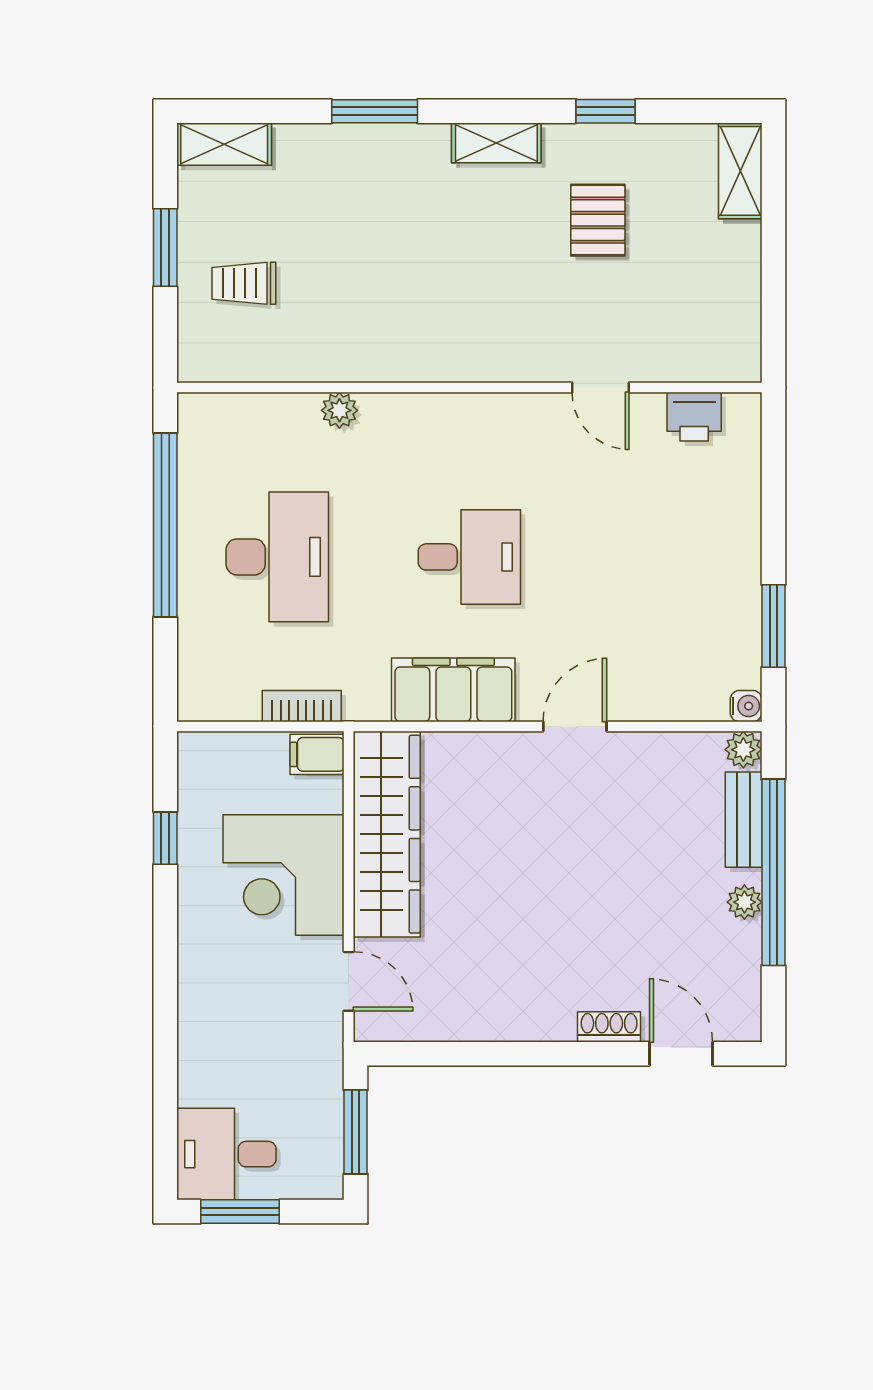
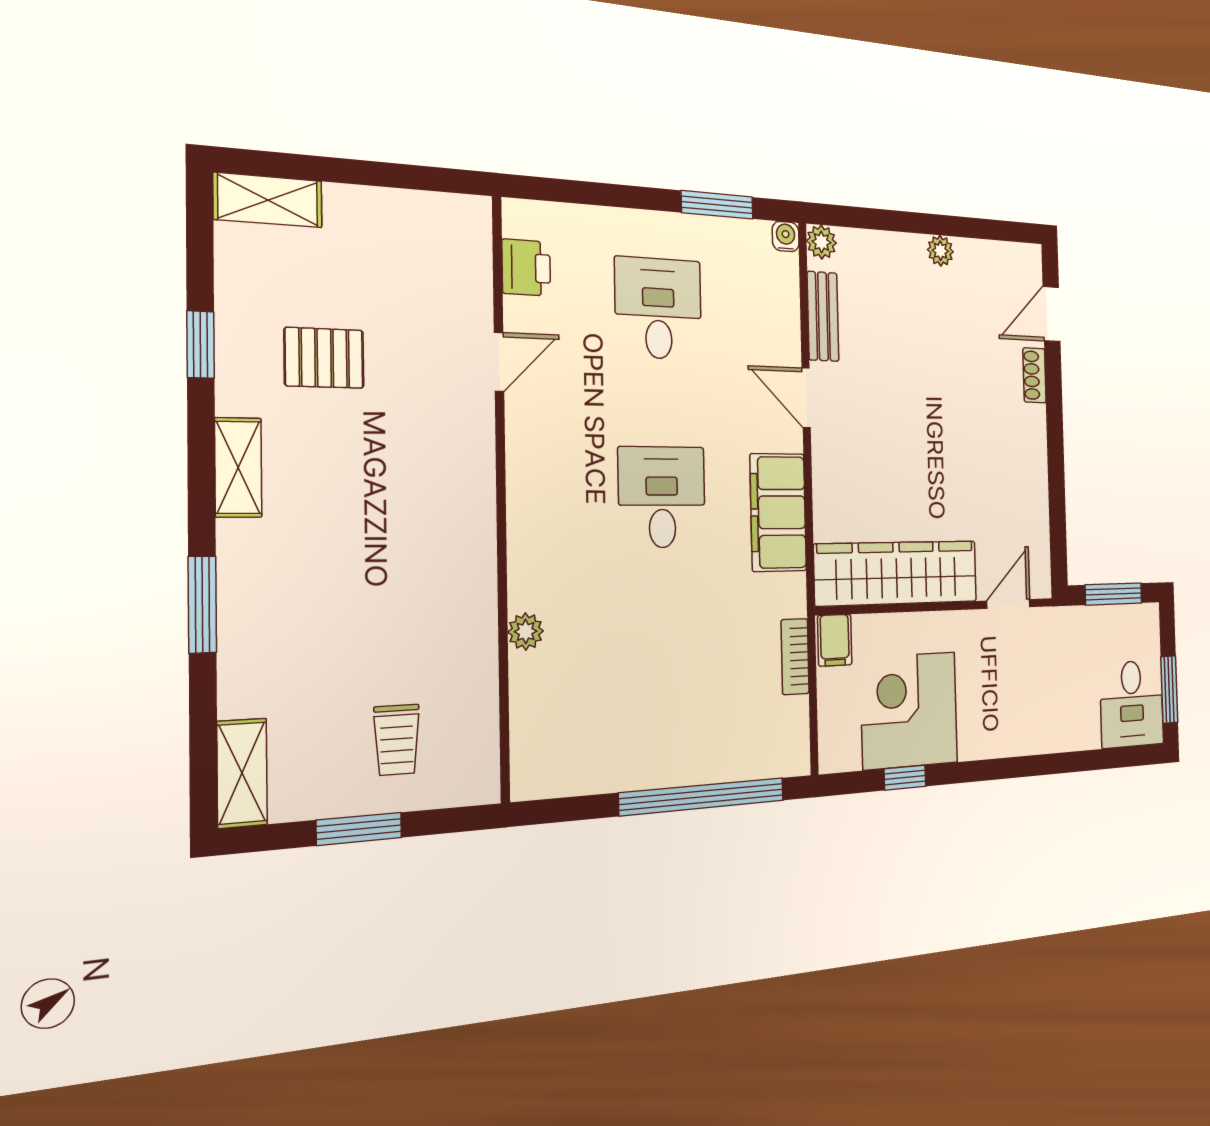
window: (165, 525) -> (703, 797), moved
desk: (277, 557) -> (658, 308), moved, width x0.73
bench: (744, 820) -> (823, 316), moved, turned 90
window: (773, 872) -> (917, 223), removed
corner desk: (284, 875) -> (909, 710), moved, turned 180

